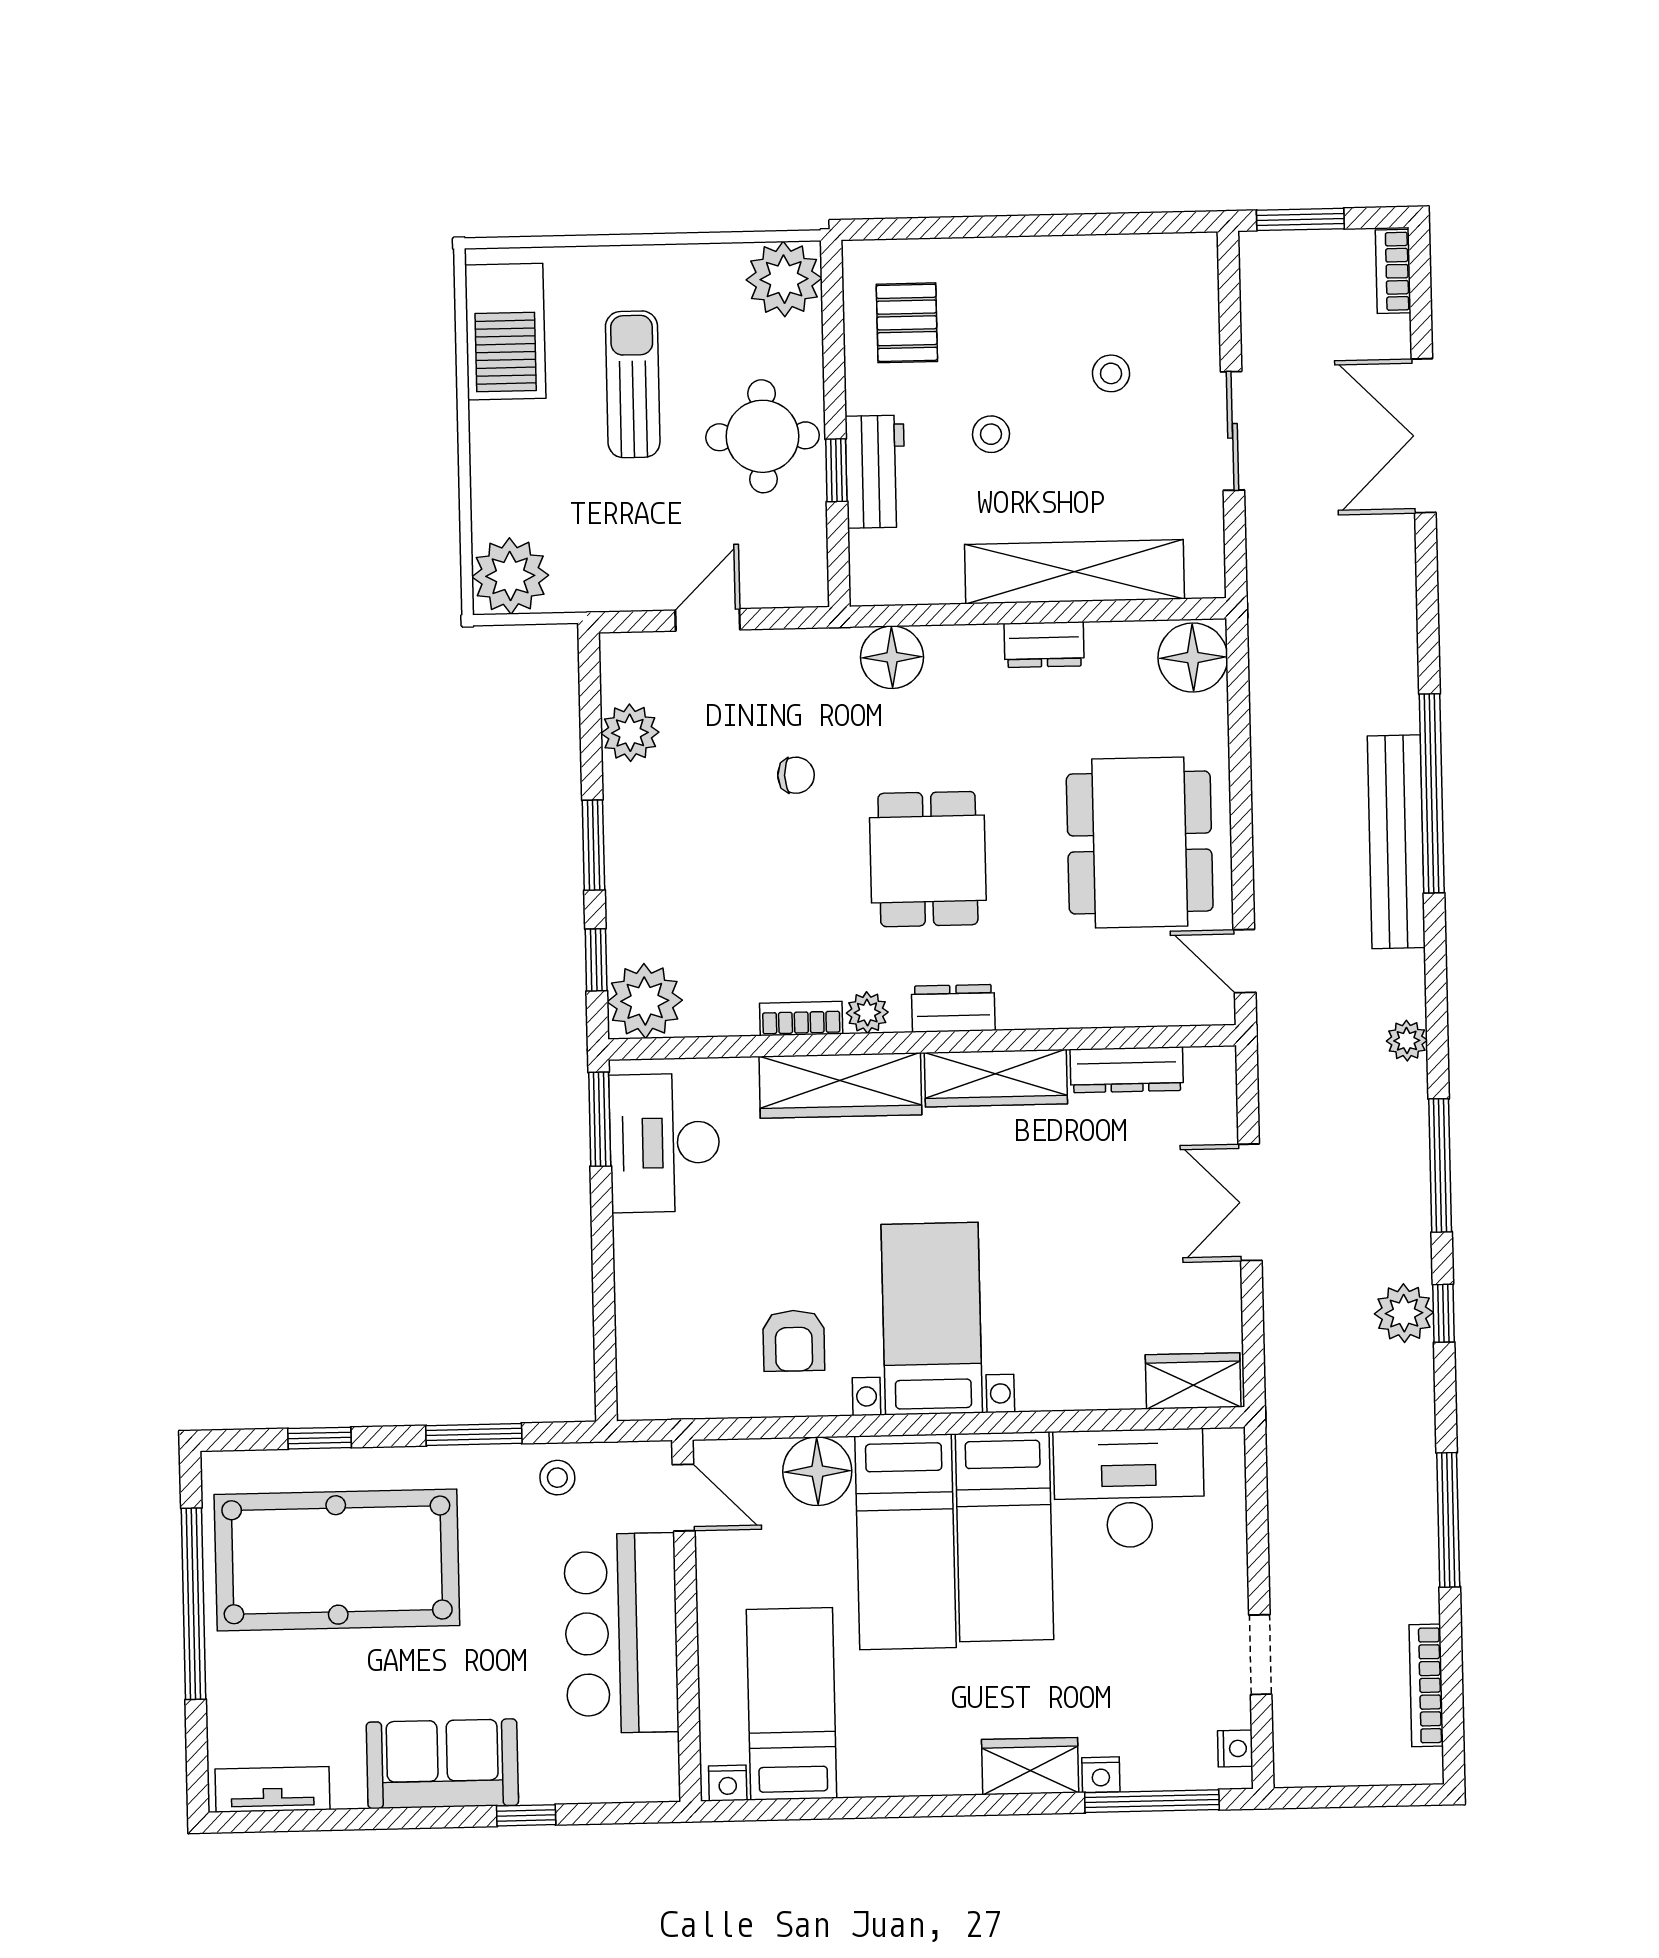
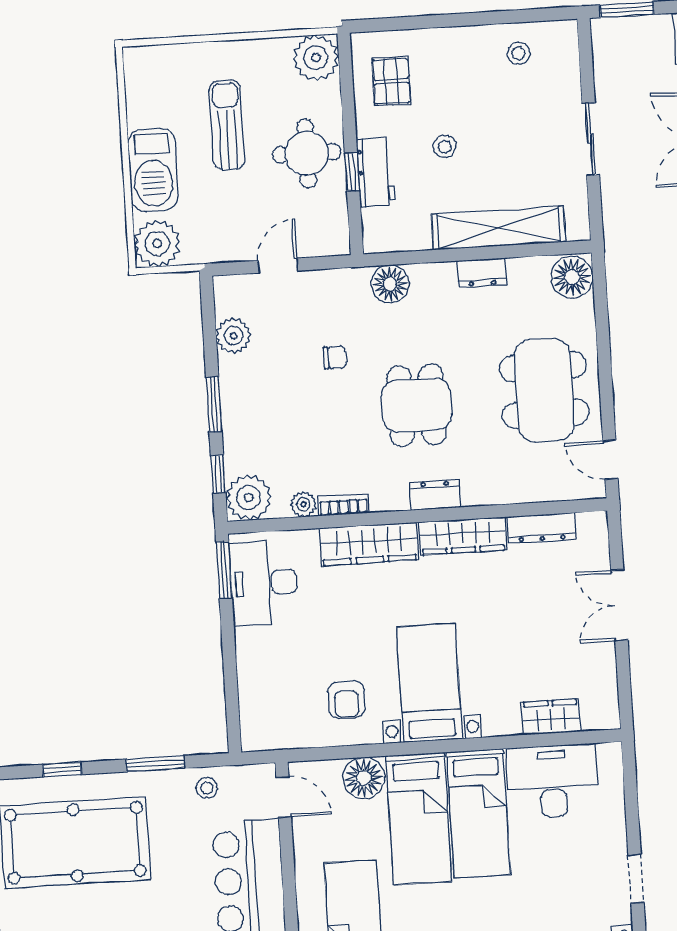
barbecue: (505, 332) -> (153, 170), moved
stool: (1111, 373) -> (519, 53), moved
plant: (867, 1013) -> (303, 504), moved
wardrobe: (1193, 1381) -> (551, 717), moved

